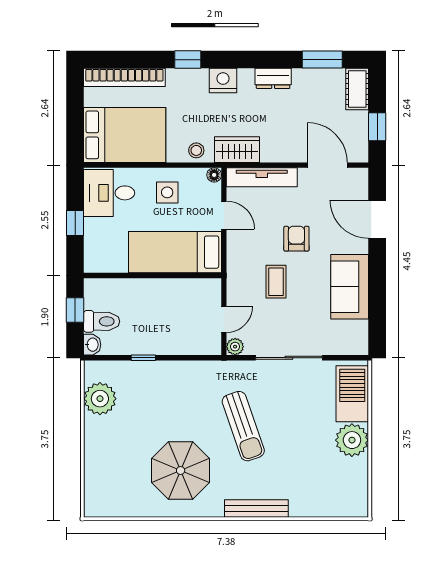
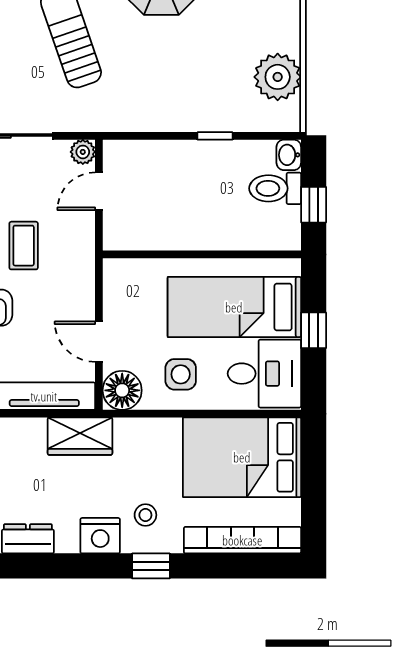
stool: (196, 150) -> (145, 515), moved
floor lamp: (214, 175) -> (122, 390), width x1.89, depth x1.89
bed: (175, 252) -> (234, 307), moved, turned 180

